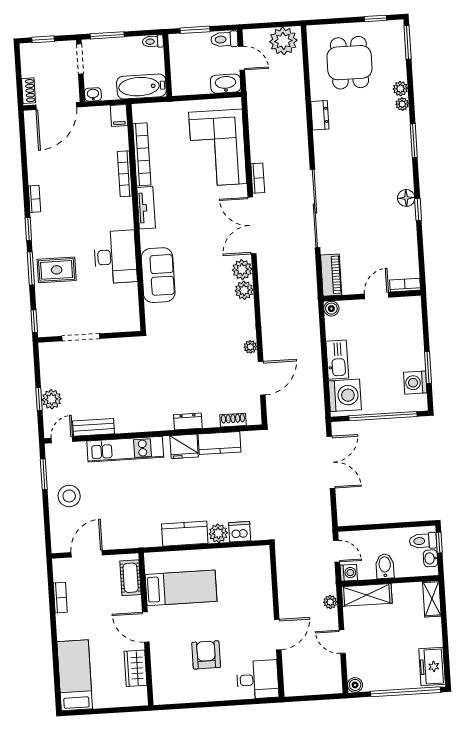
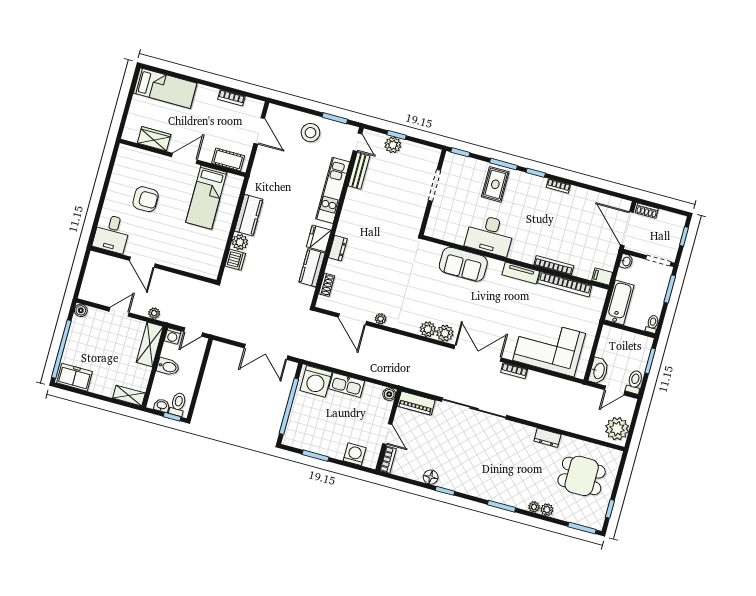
floor lamp: (406, 198) -> (431, 477), moved
washing machine: (415, 383) -> (355, 454), moved

